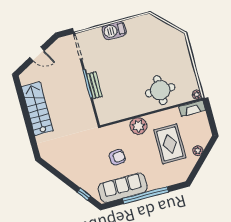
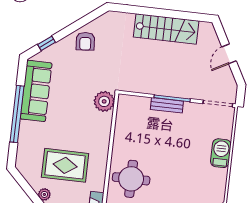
plant: (138, 126) -> (104, 101), moved
armchair: (117, 157) -> (85, 41), moved

